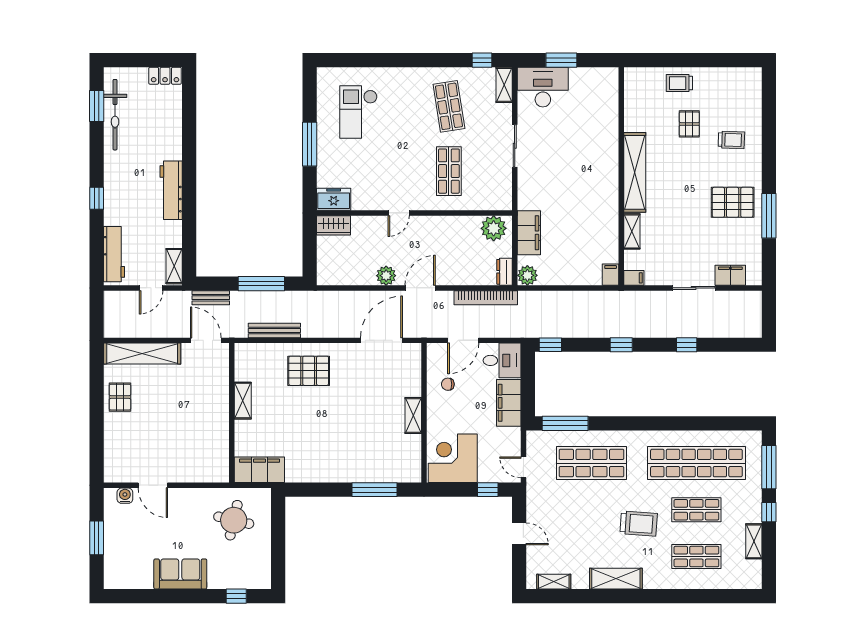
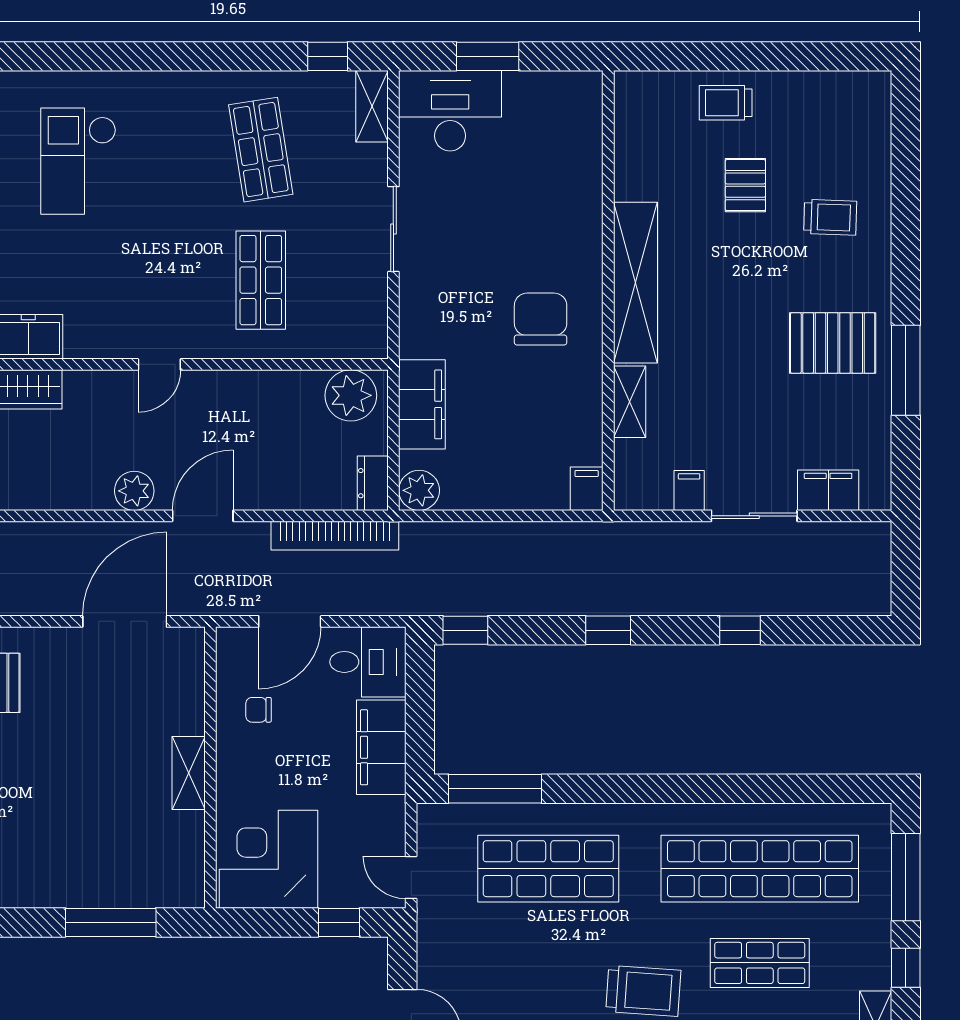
chair: (588, 190) -> (541, 319), added
filing cabinet: (634, 278) -> (689, 490), moved, turned -90

